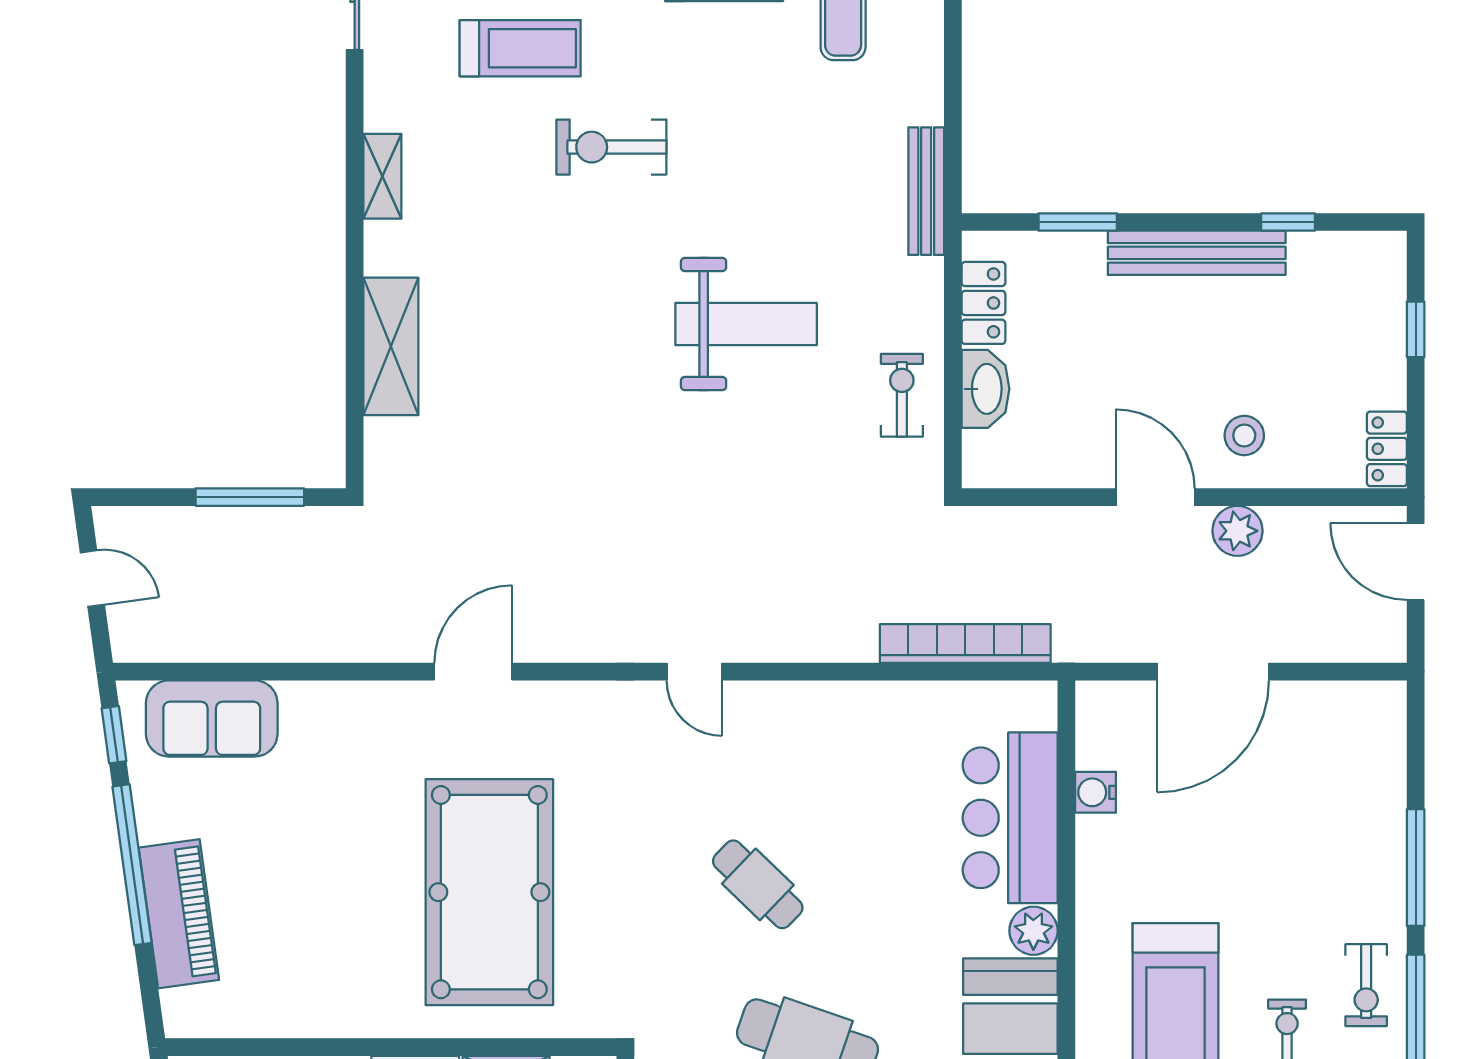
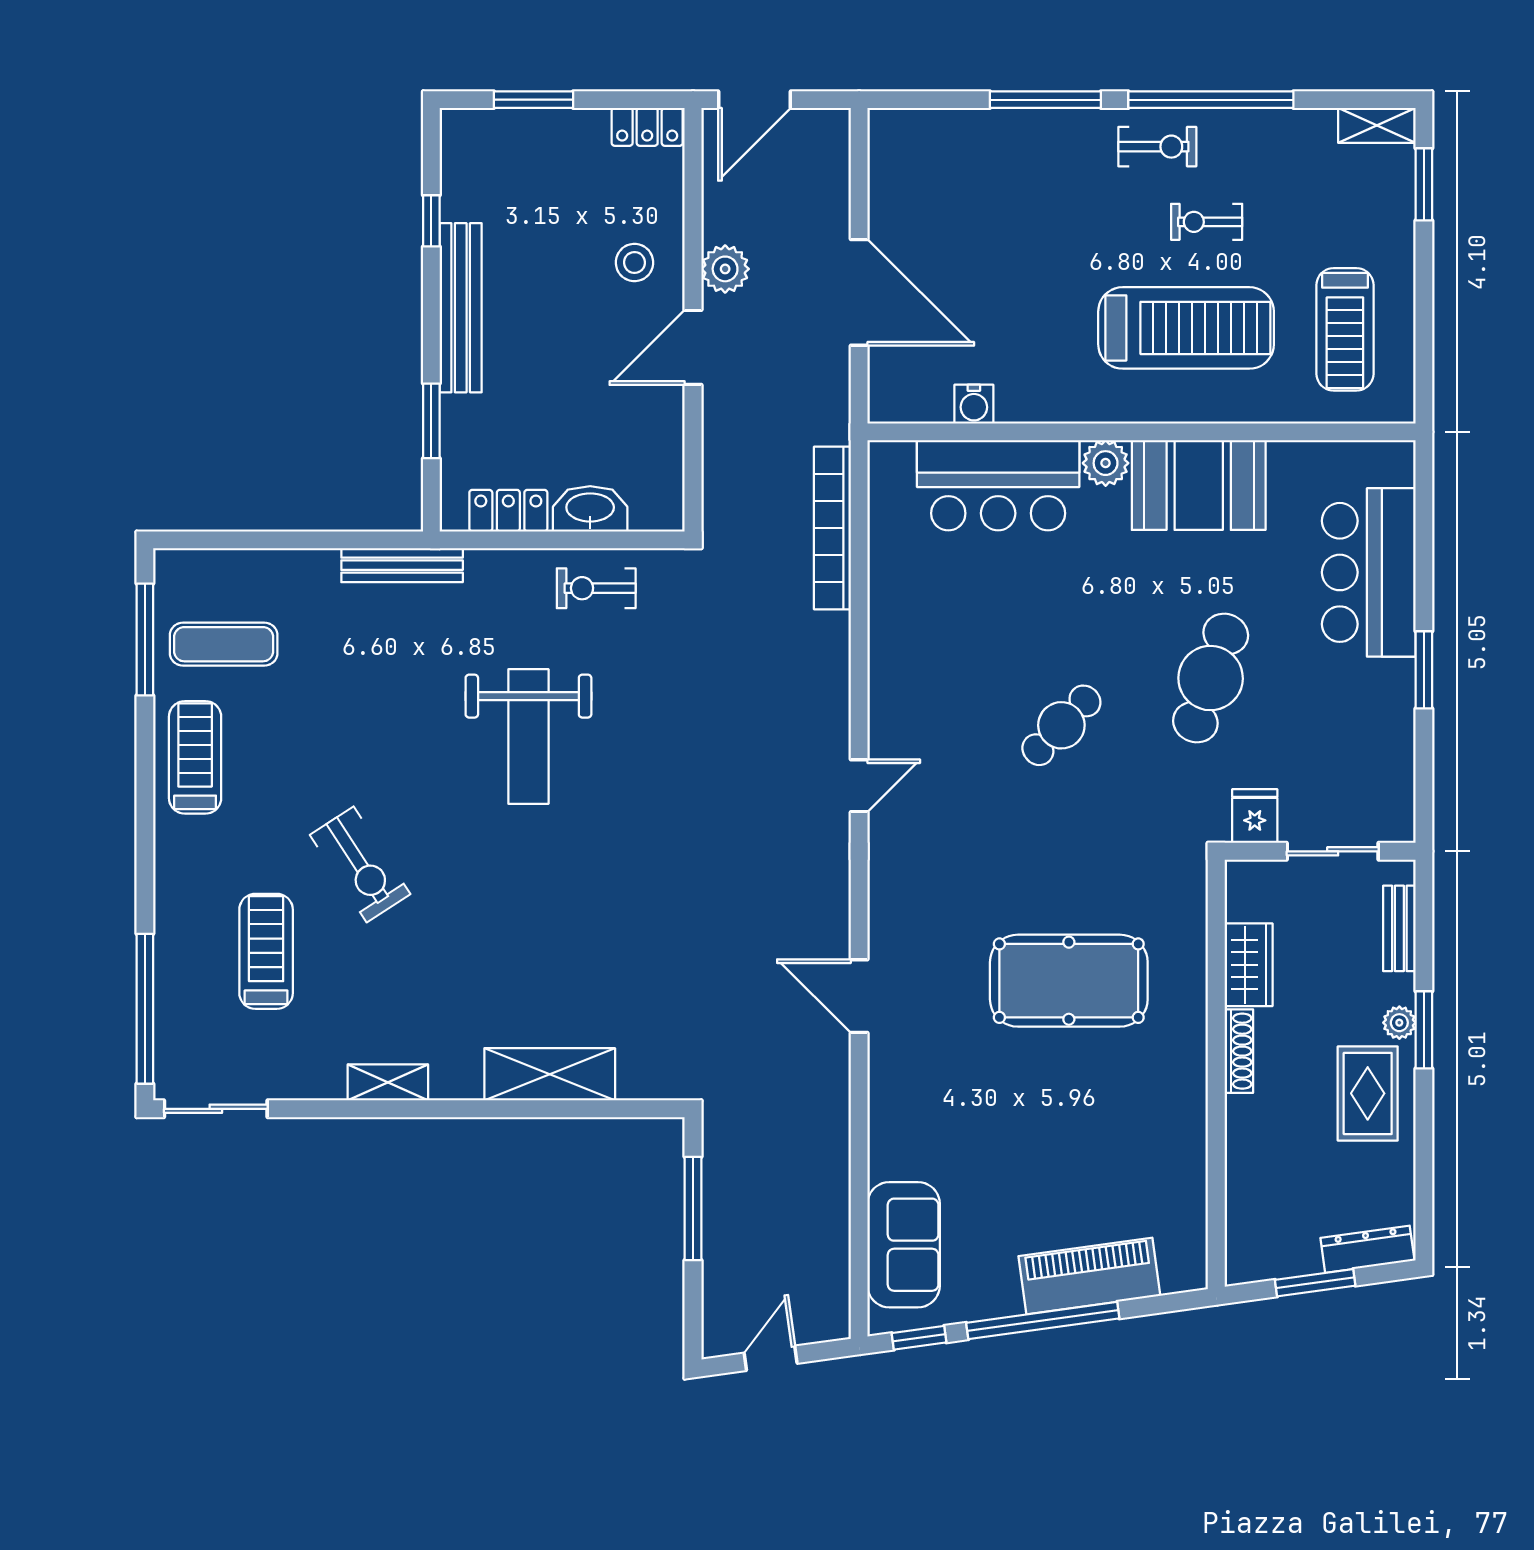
exercise bike: (611, 147) -> (360, 864), turned -33
weight bench: (746, 324) -> (528, 736), turned 180
window: (1416, 329) -> (533, 100), width x1.50
pool table: (489, 892) -> (1069, 981), width x0.73, depth x0.76

